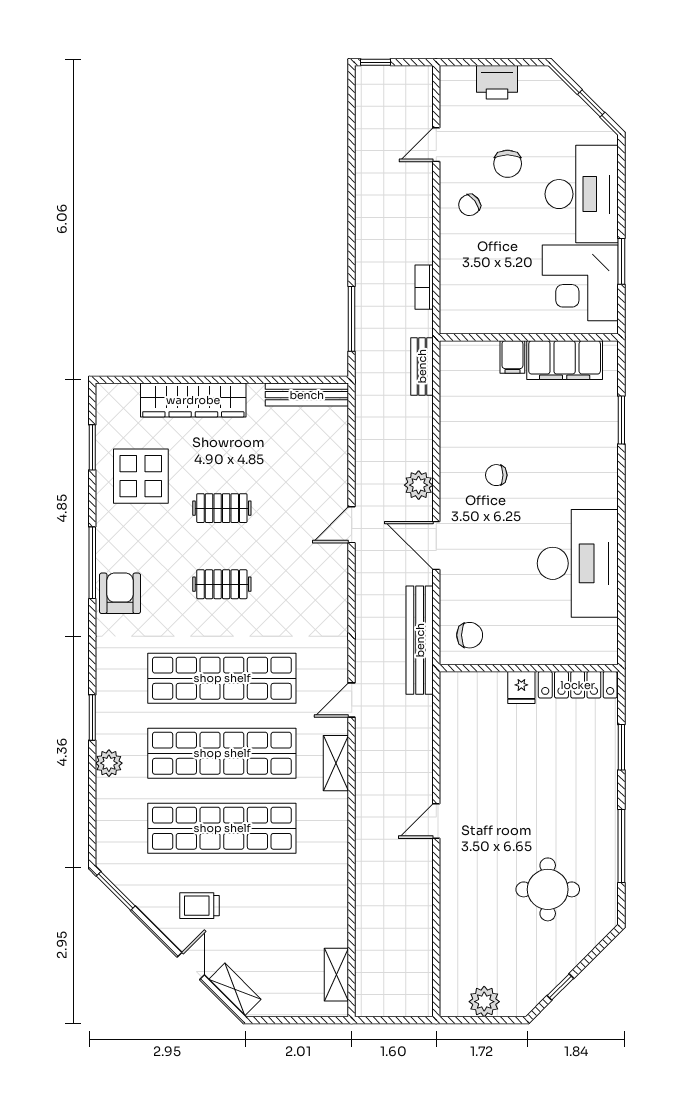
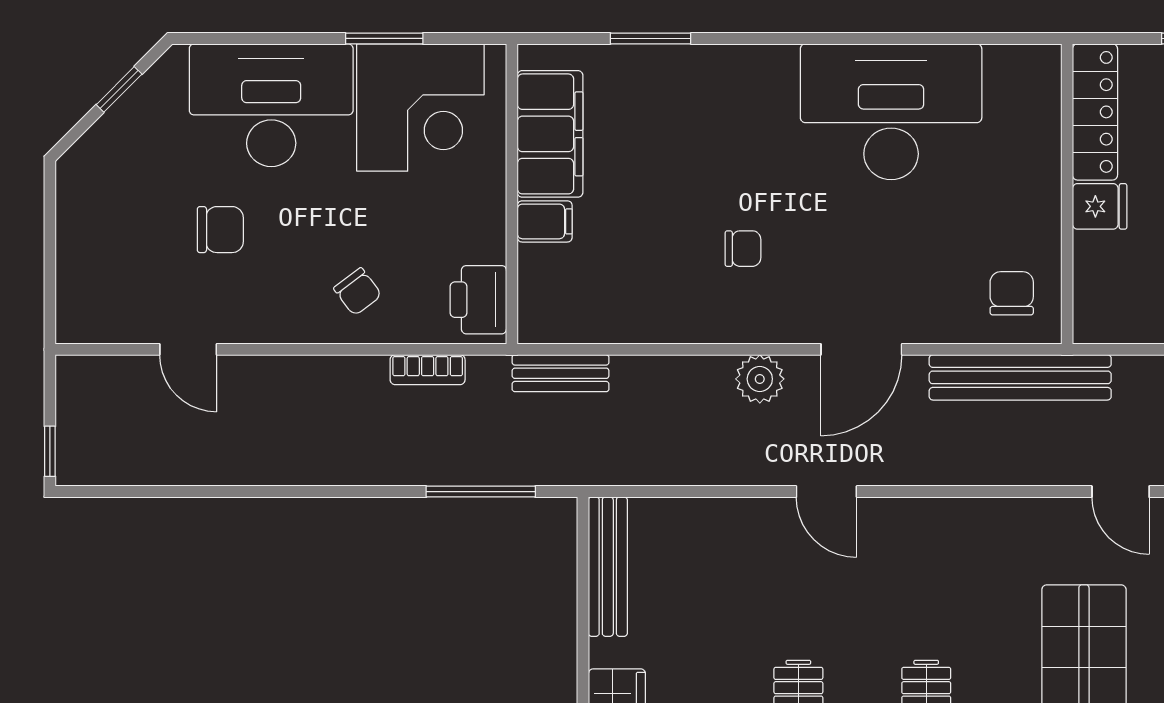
printer: (497, 82) -> (478, 300), moved, turned 180
chair: (469, 205) -> (358, 292), moved
chair: (496, 475) -> (743, 249), turned -90

